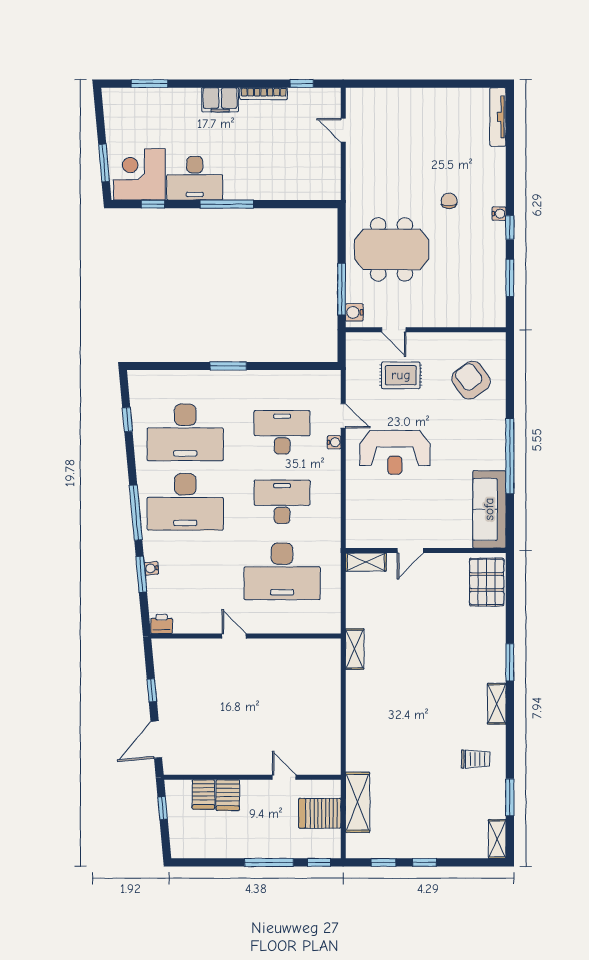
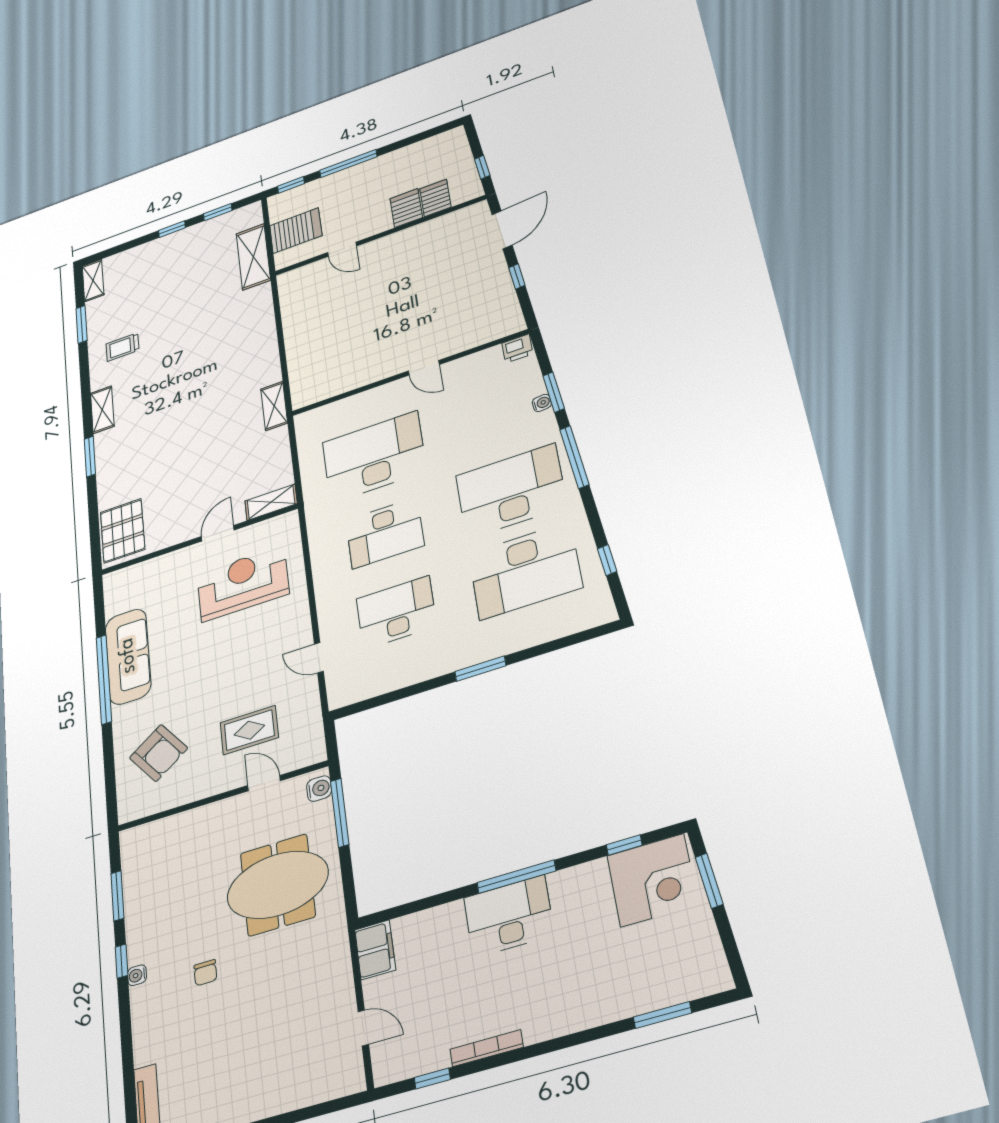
filing cabinet: (220, 100) -> (375, 950), moved, turned 90
desk: (195, 178) -> (509, 916), moved
desk: (185, 432) -> (525, 571), turned 180
desk: (282, 432) -> (396, 612), turned 180
water cooler: (334, 442) -> (327, 623), removed
reception desk: (395, 452) -> (243, 584), moved
sofa: (489, 509) -> (128, 656), moved

